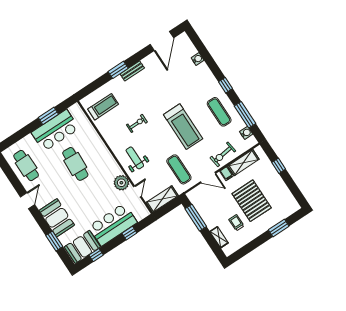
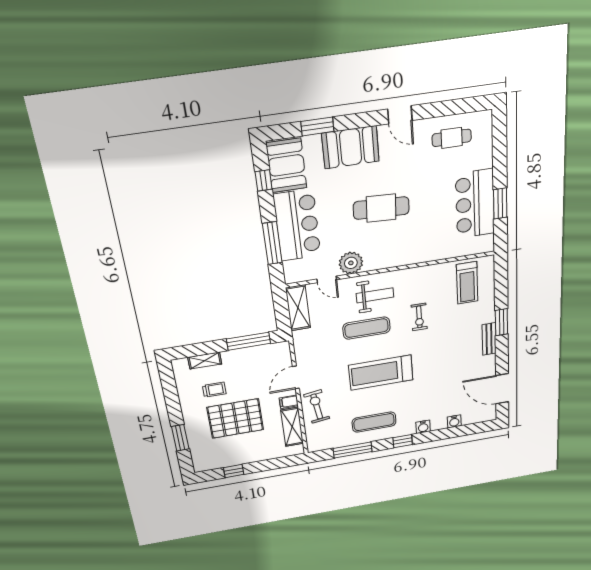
water cooler: (246, 133) -> (423, 427), moved
cafe table: (75, 164) -> (381, 208), moved
cafe table: (26, 166) -> (452, 138), width x0.73, depth x0.74
window: (279, 166) -> (234, 471), moved
exercise mat: (179, 169) -> (367, 328), moved
window: (129, 233) -> (272, 243), width x2.17

